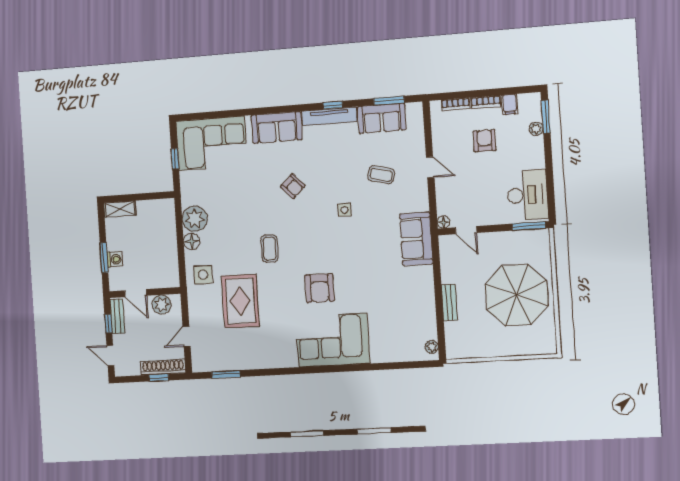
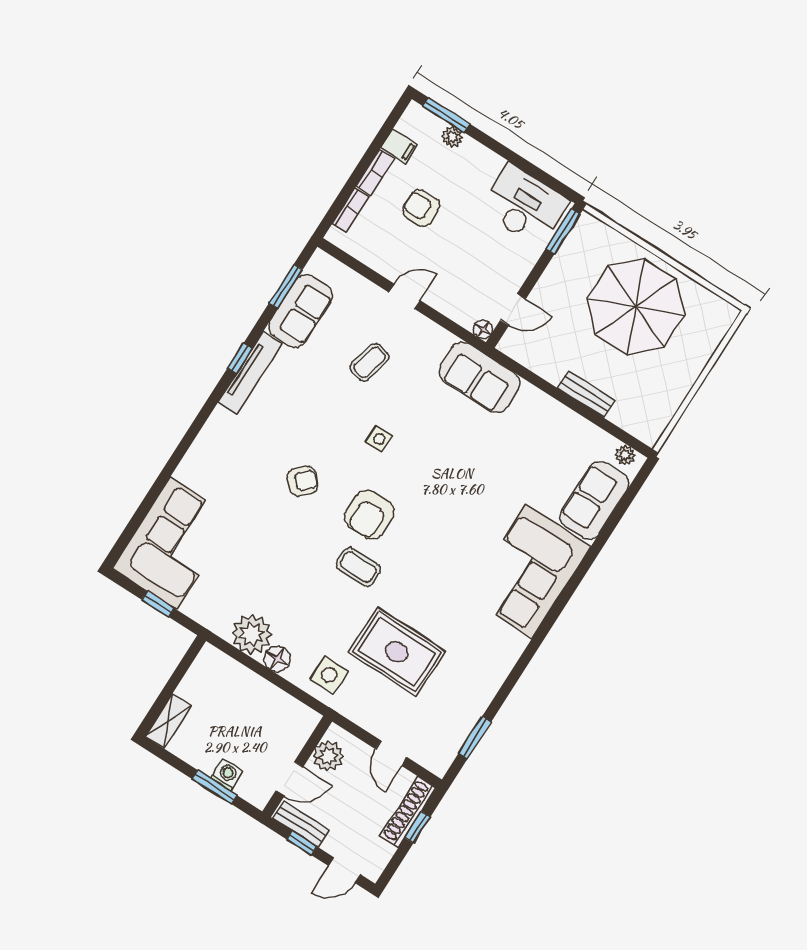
sofa: (277, 127) -> (594, 500), moved, turned 180
armchair: (320, 288) -> (369, 515), moved, turned 90

